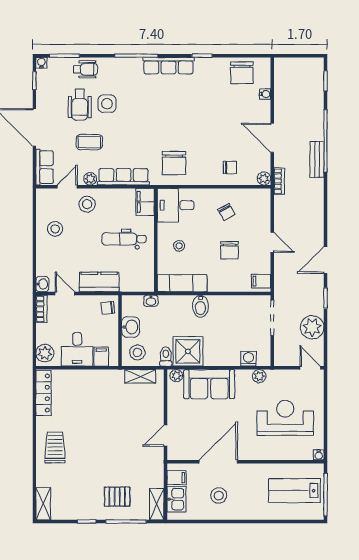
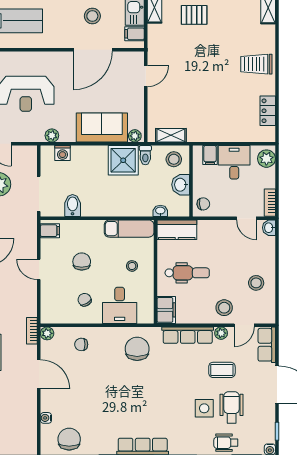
desk: (176, 205) -> (120, 305), moved, turned 90
kitchen counter: (99, 282) -> (177, 230), moved
bidet: (200, 306) -> (73, 205), moved
locker: (44, 393) -> (268, 111), width x0.66
trolley: (55, 447) -> (256, 64), turned 90

